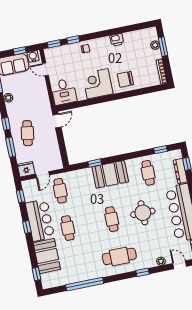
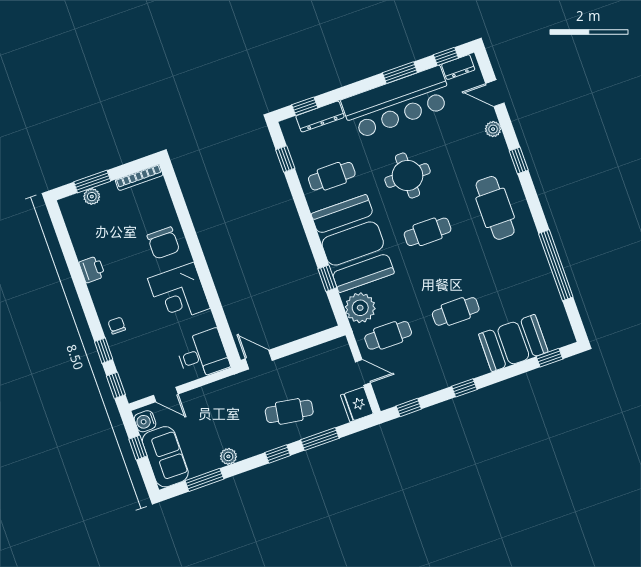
door: (45, 69) -> (166, 395), hinge flipped
booth: (110, 174) -> (353, 244), width x1.36, depth x1.42
plant: (77, 178) -> (360, 308), added
bar counter: (40, 220) -> (448, 365), removed
door: (180, 265) -> (495, 93), hinge flipped

